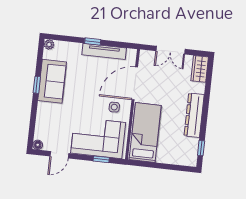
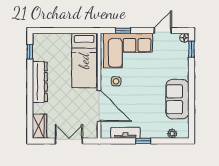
plant: (49, 45) -> (172, 134), moved
tv unit: (104, 51) -> (125, 133), width x0.71
door: (135, 83) -> (99, 106), hinge flipped
window: (37, 85) -> (191, 49), moved

